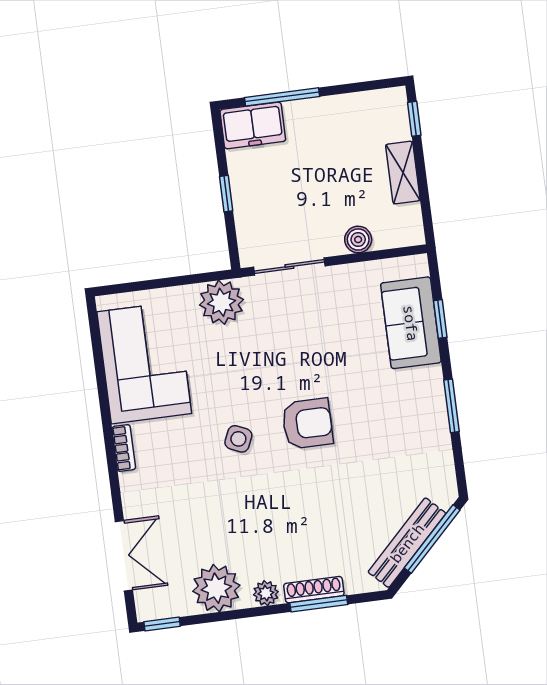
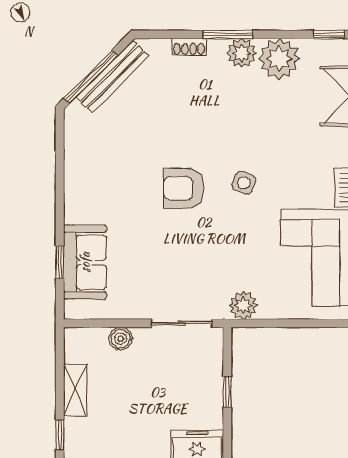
plant: (221, 302) -> (243, 305), width x0.73, depth x0.73
window: (452, 406) -> (60, 187), removed
shoe rack: (314, 590) -> (189, 47), width x0.70
plant: (266, 593) -> (242, 53), width x1.38, depth x1.38
window: (319, 604) -> (228, 34), moved

